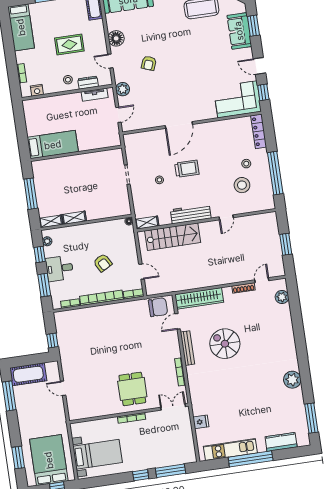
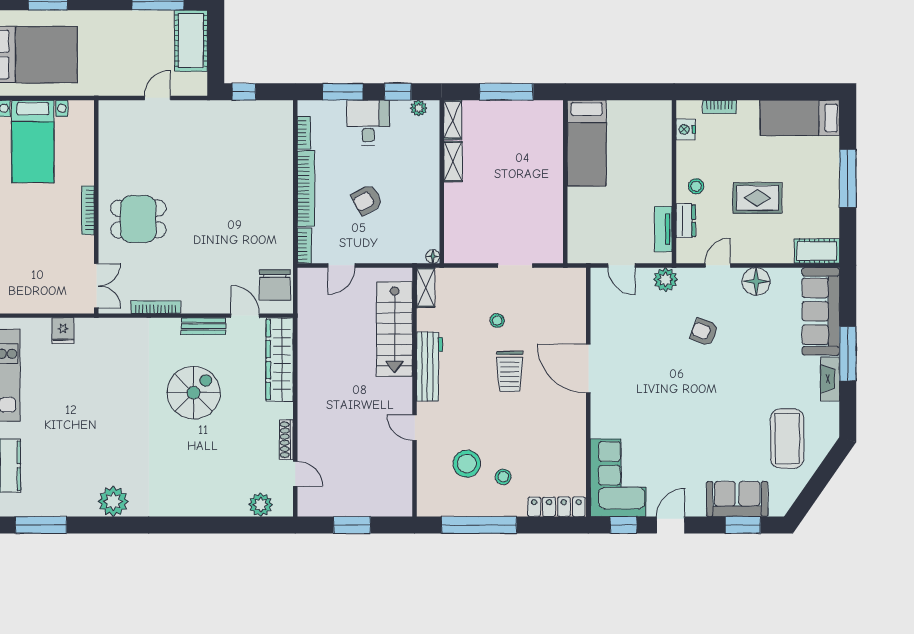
rug: (69, 44) -> (757, 198), turned 90
bench: (187, 348) -> (204, 326), width x0.73

